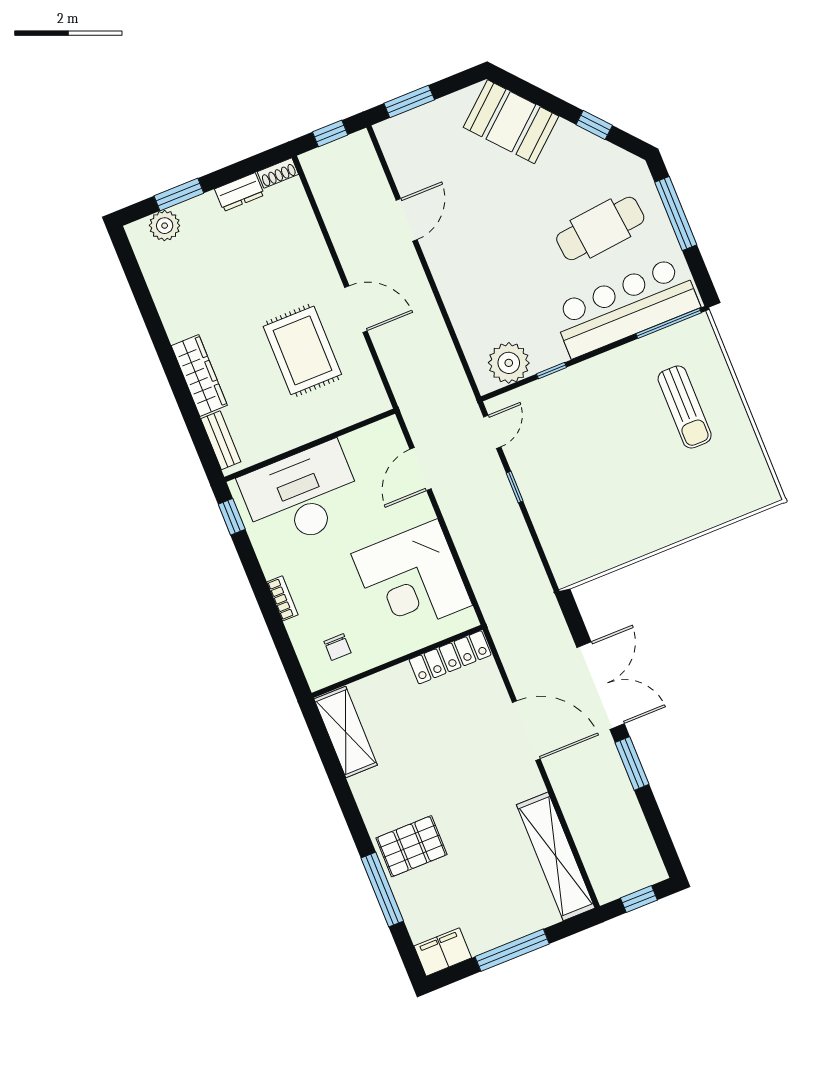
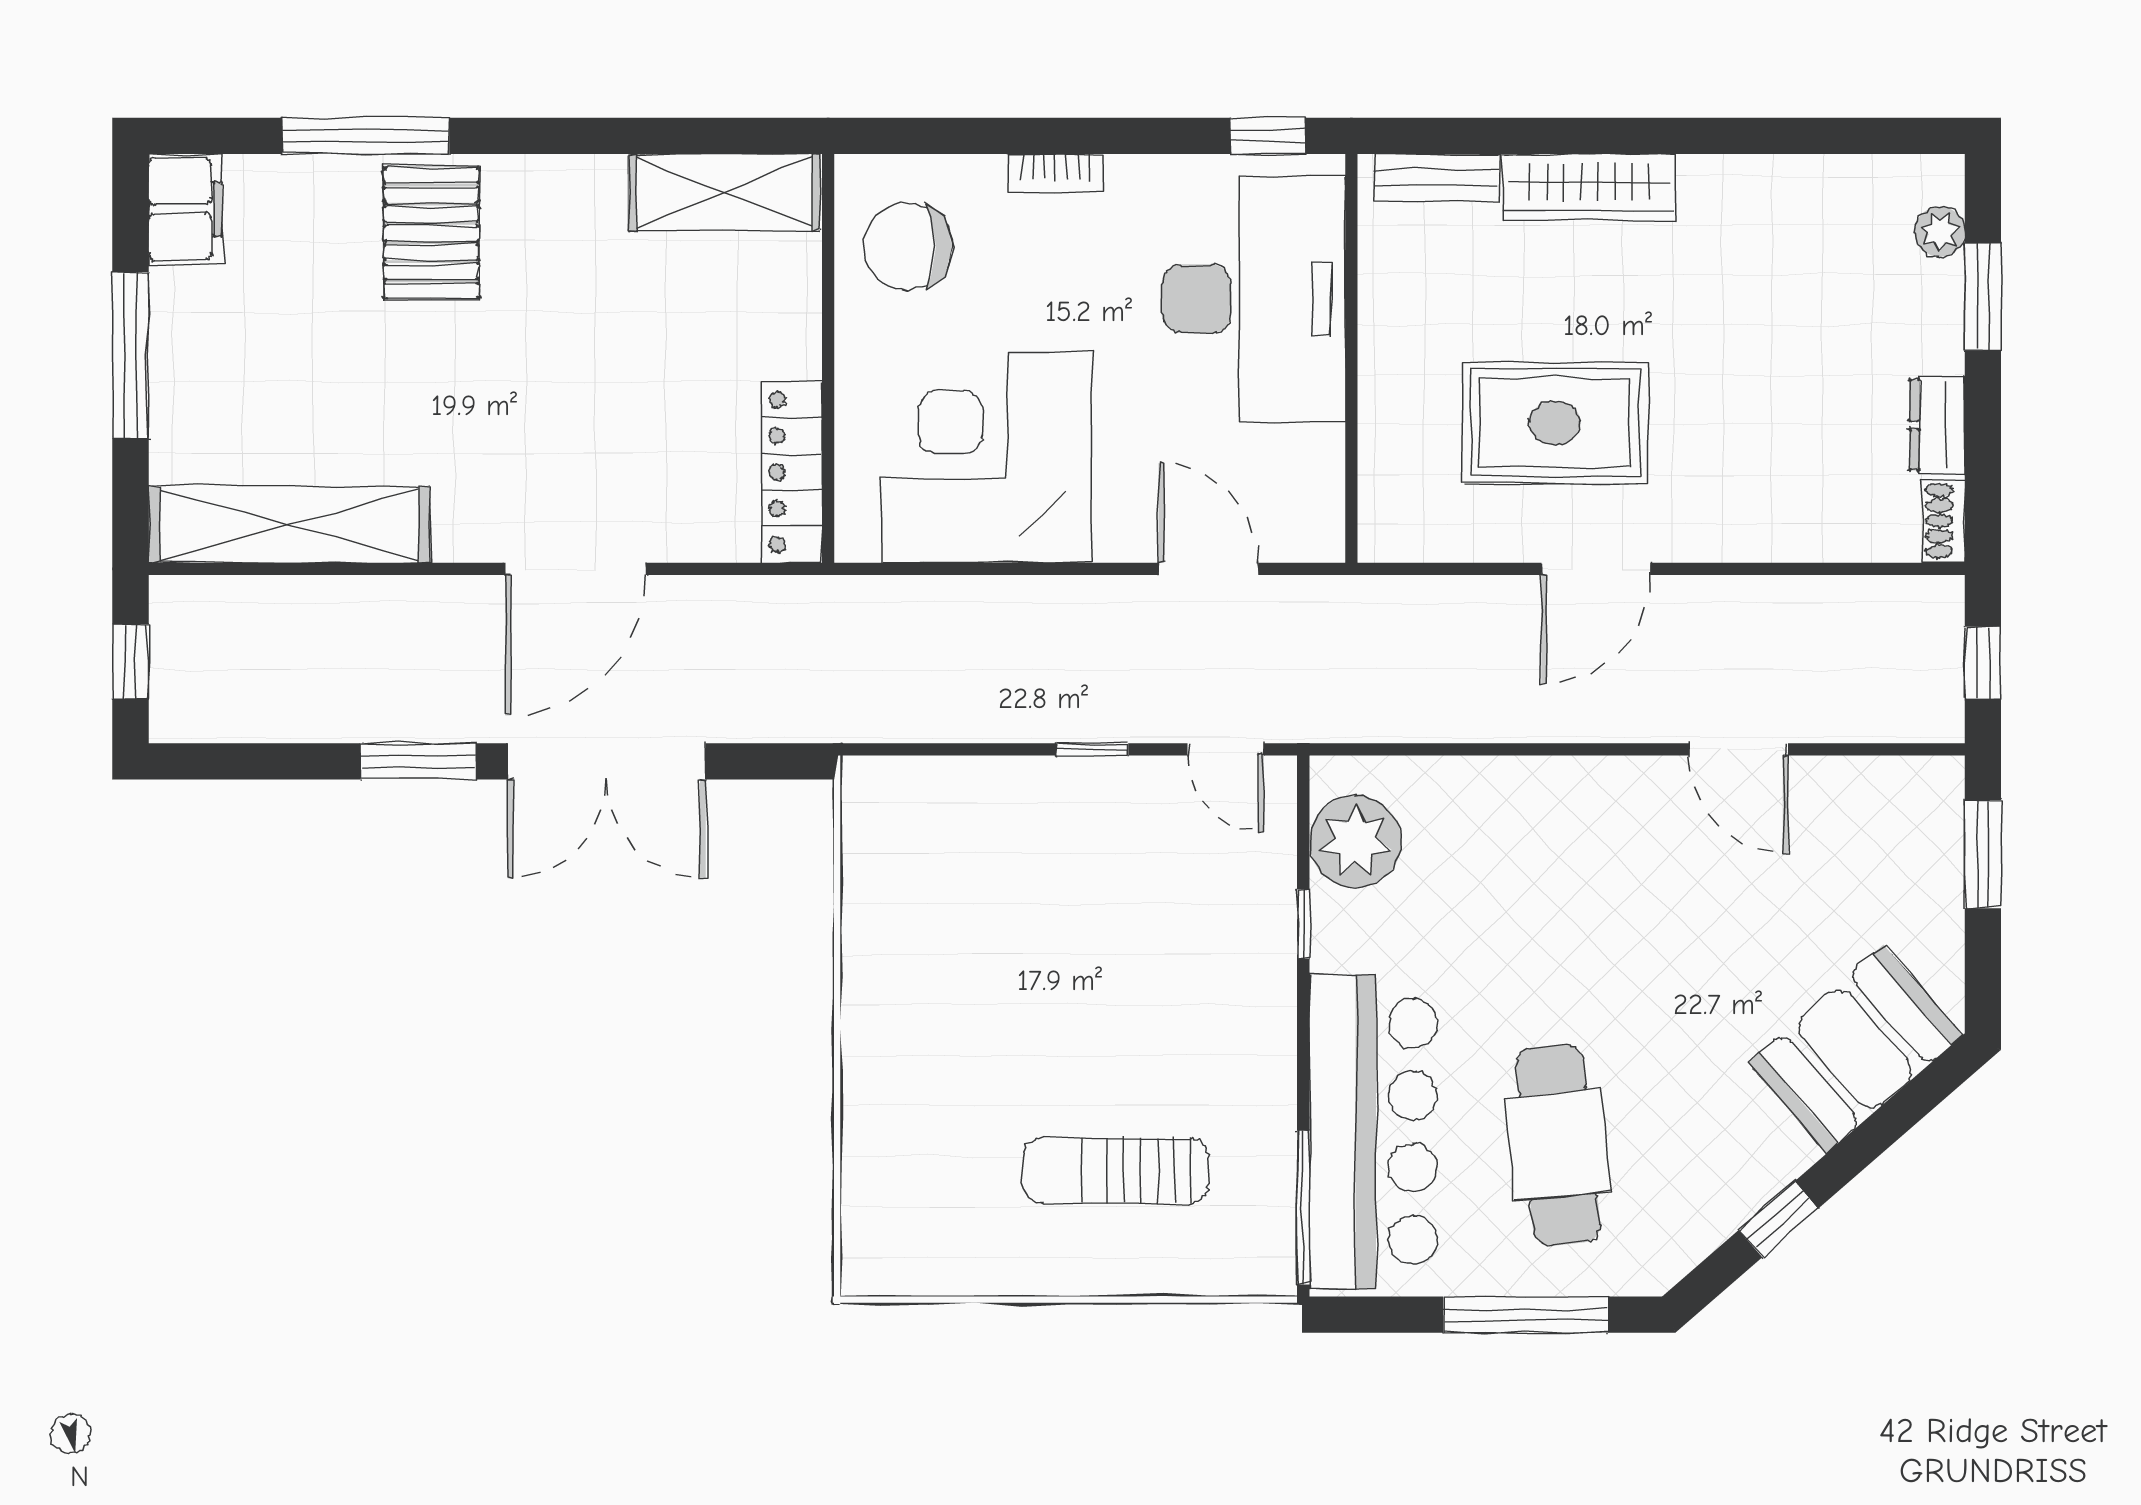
plant: (165, 226) -> (1940, 232), width x0.73, depth x0.73
chair: (338, 647) -> (908, 246), width x1.87, depth x1.87

